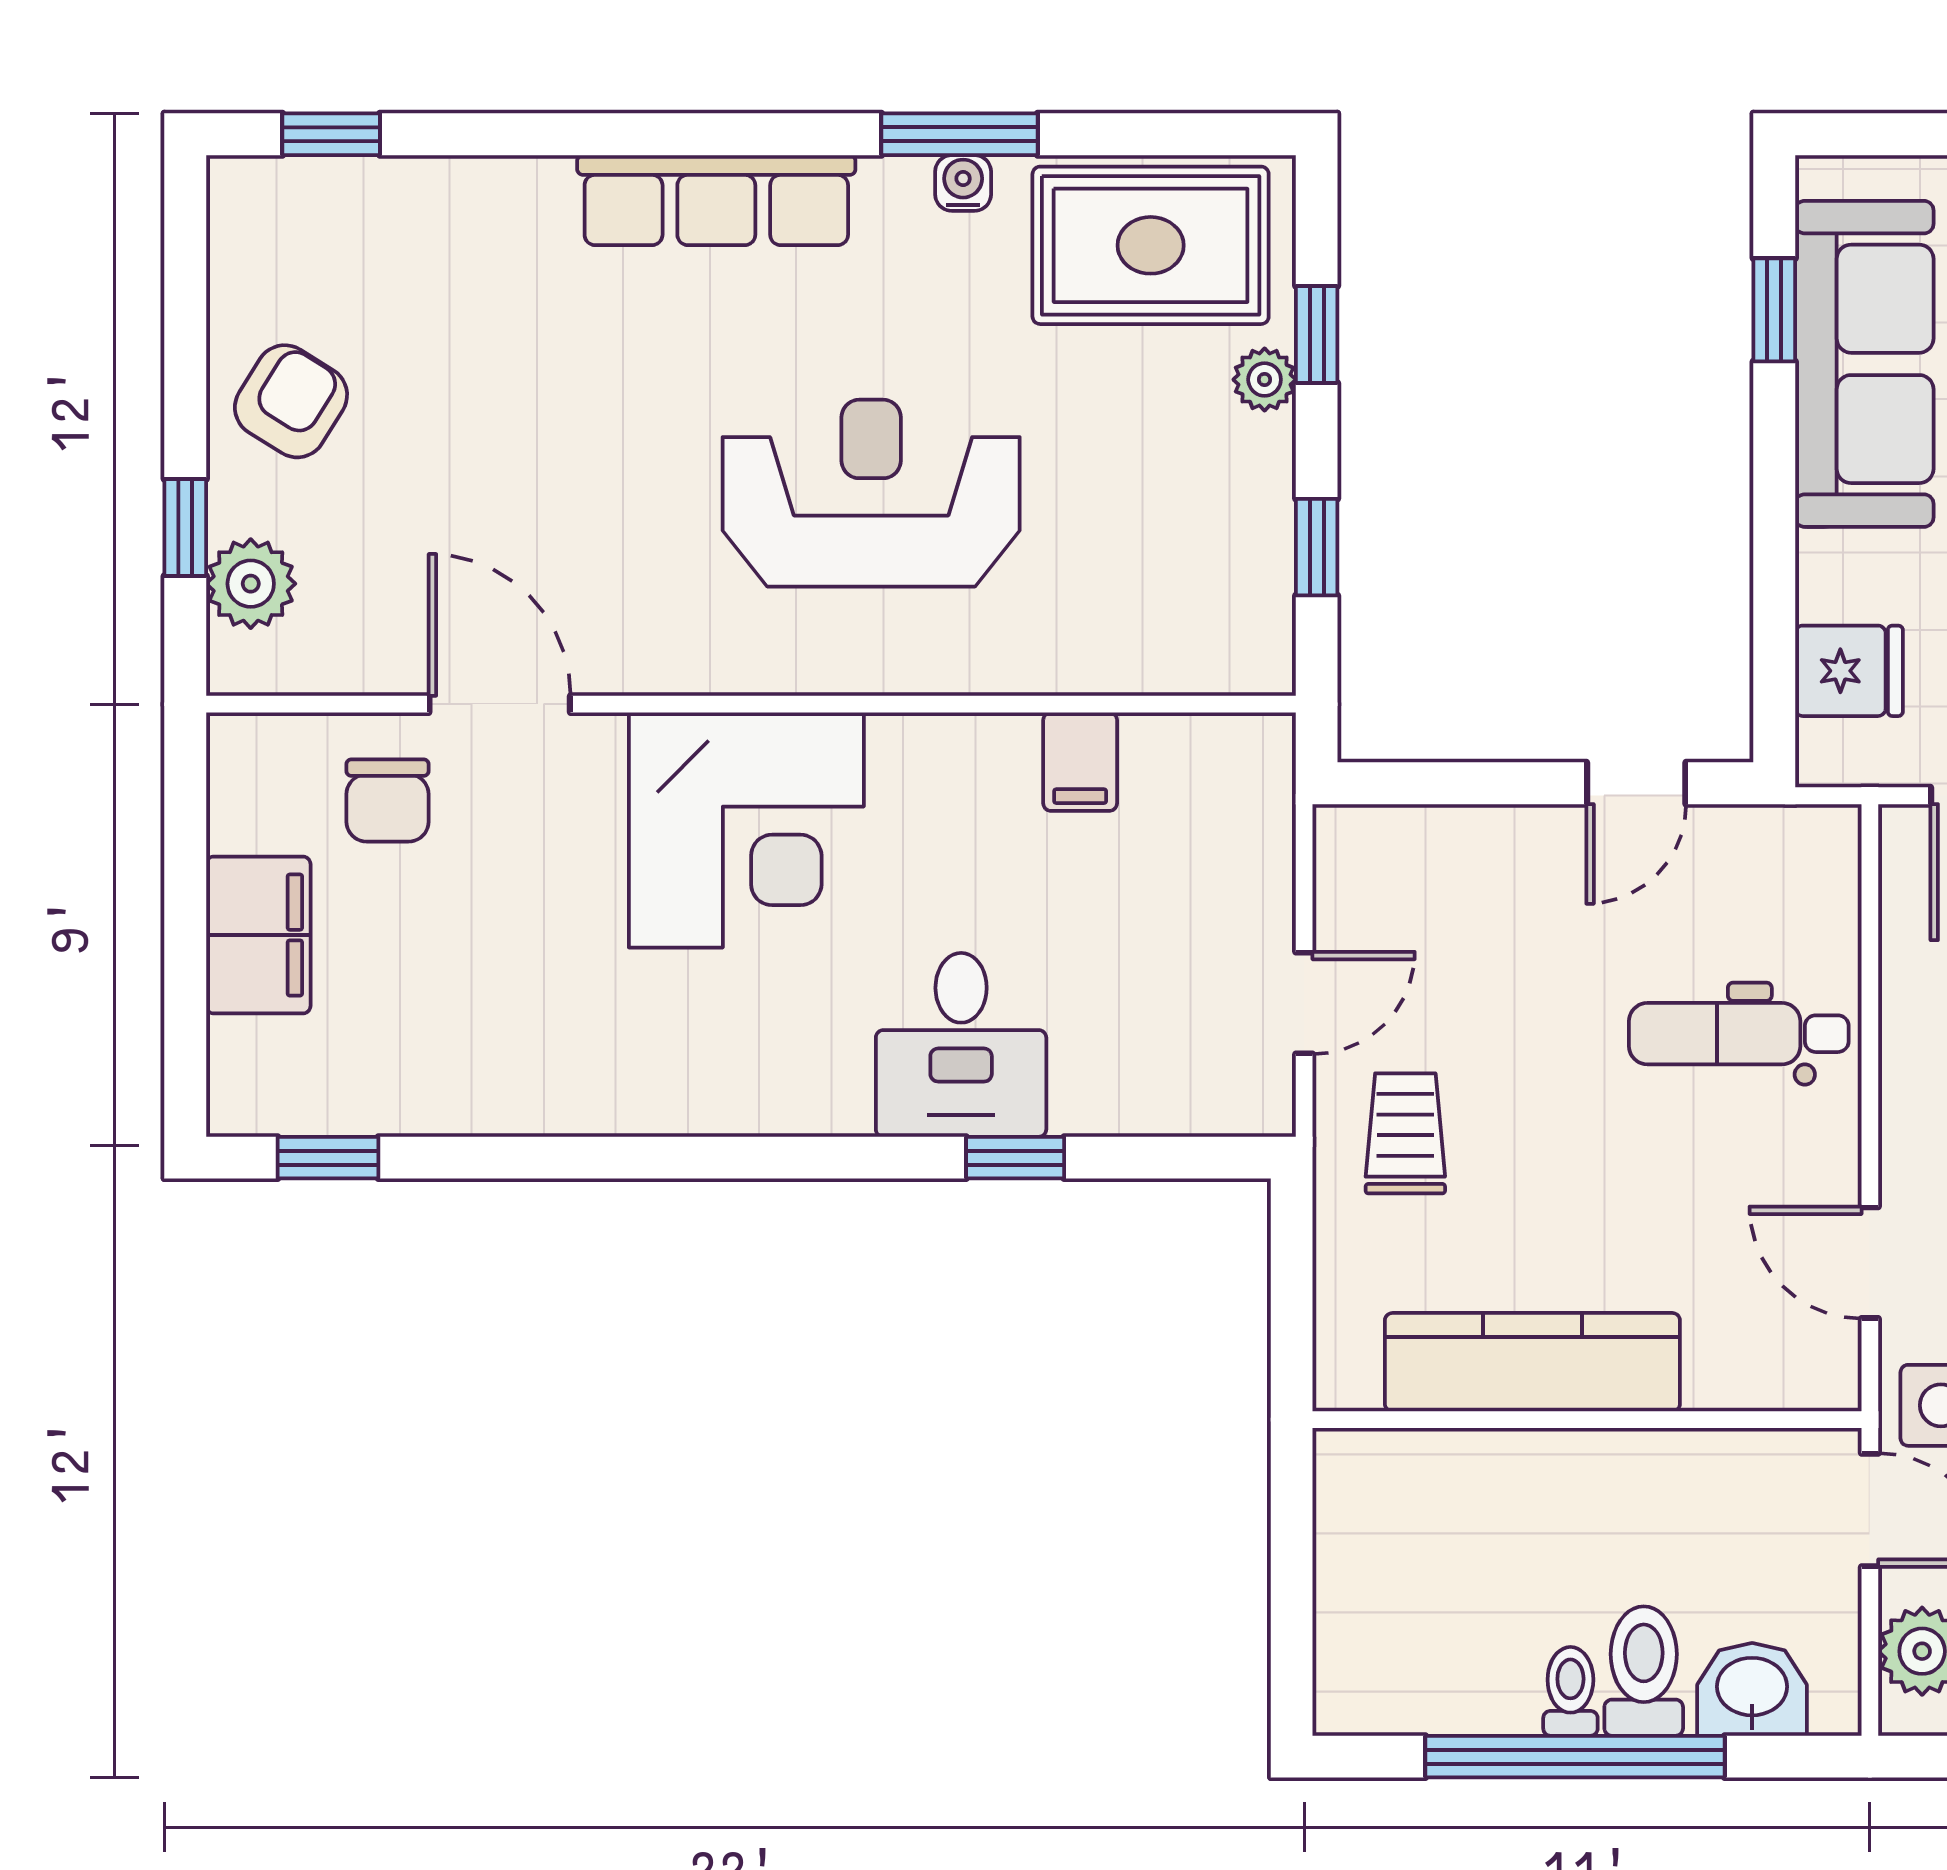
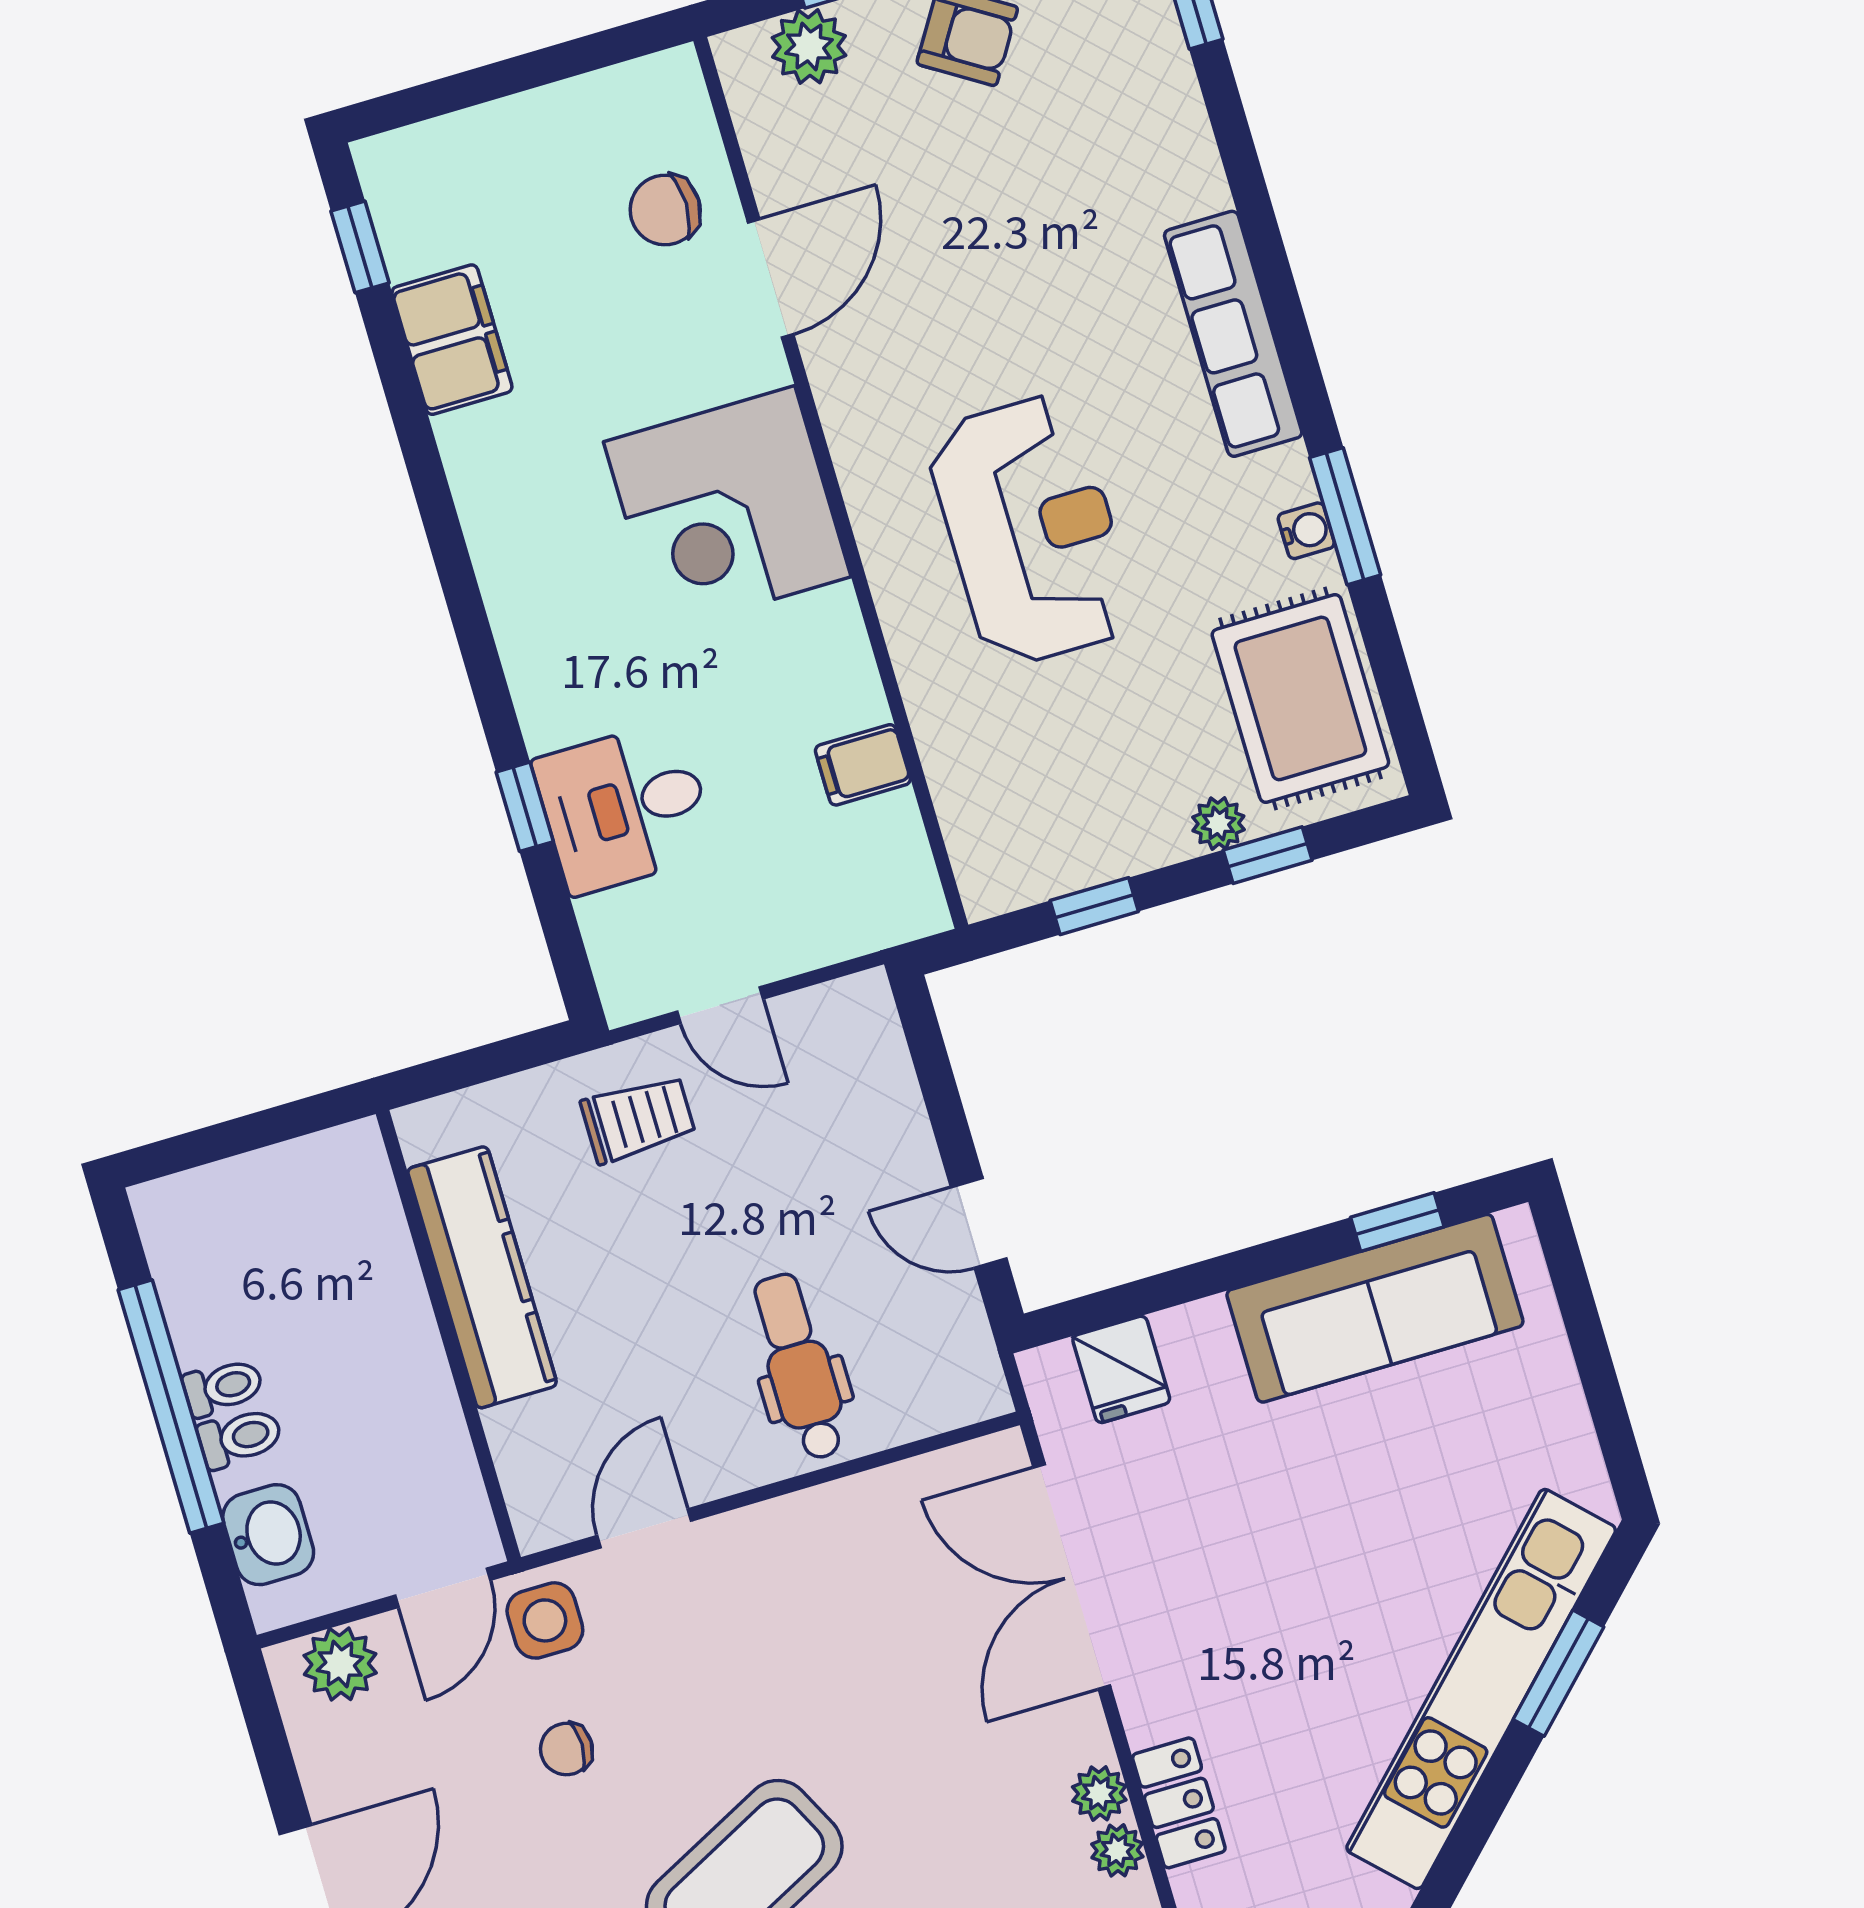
filing cabinet: (258, 935) -> (452, 340), moved, turned -90
desk: (961, 1045) -> (625, 807), moved
toilet: (1644, 1671) -> (240, 1438), width x0.73, depth x0.72

